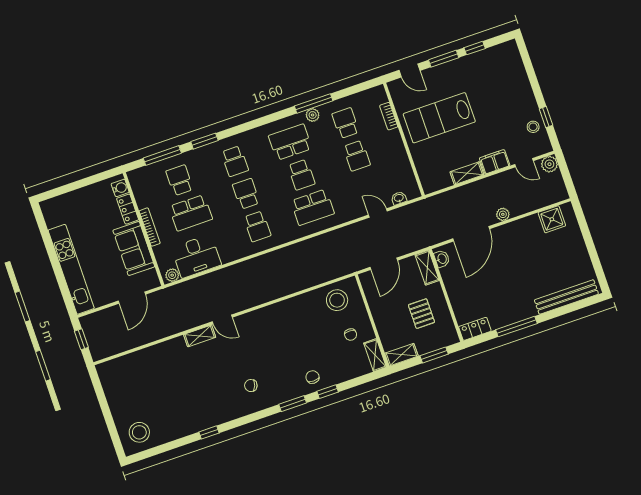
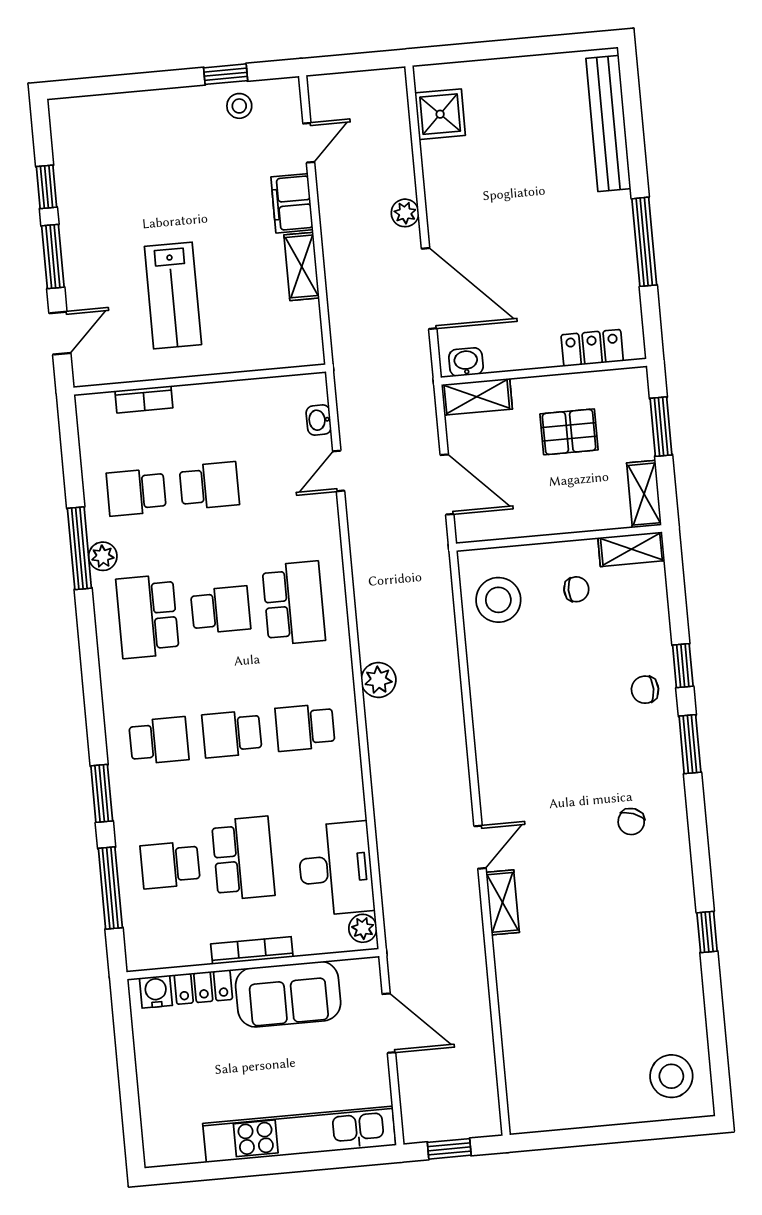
lab bench: (439, 118) -> (173, 296), width x0.73, depth x0.72
plant: (549, 164) -> (378, 680), moved
school desk: (257, 226) -> (305, 727), turned 180
locker: (475, 329) -> (592, 348), moved, turned 90

